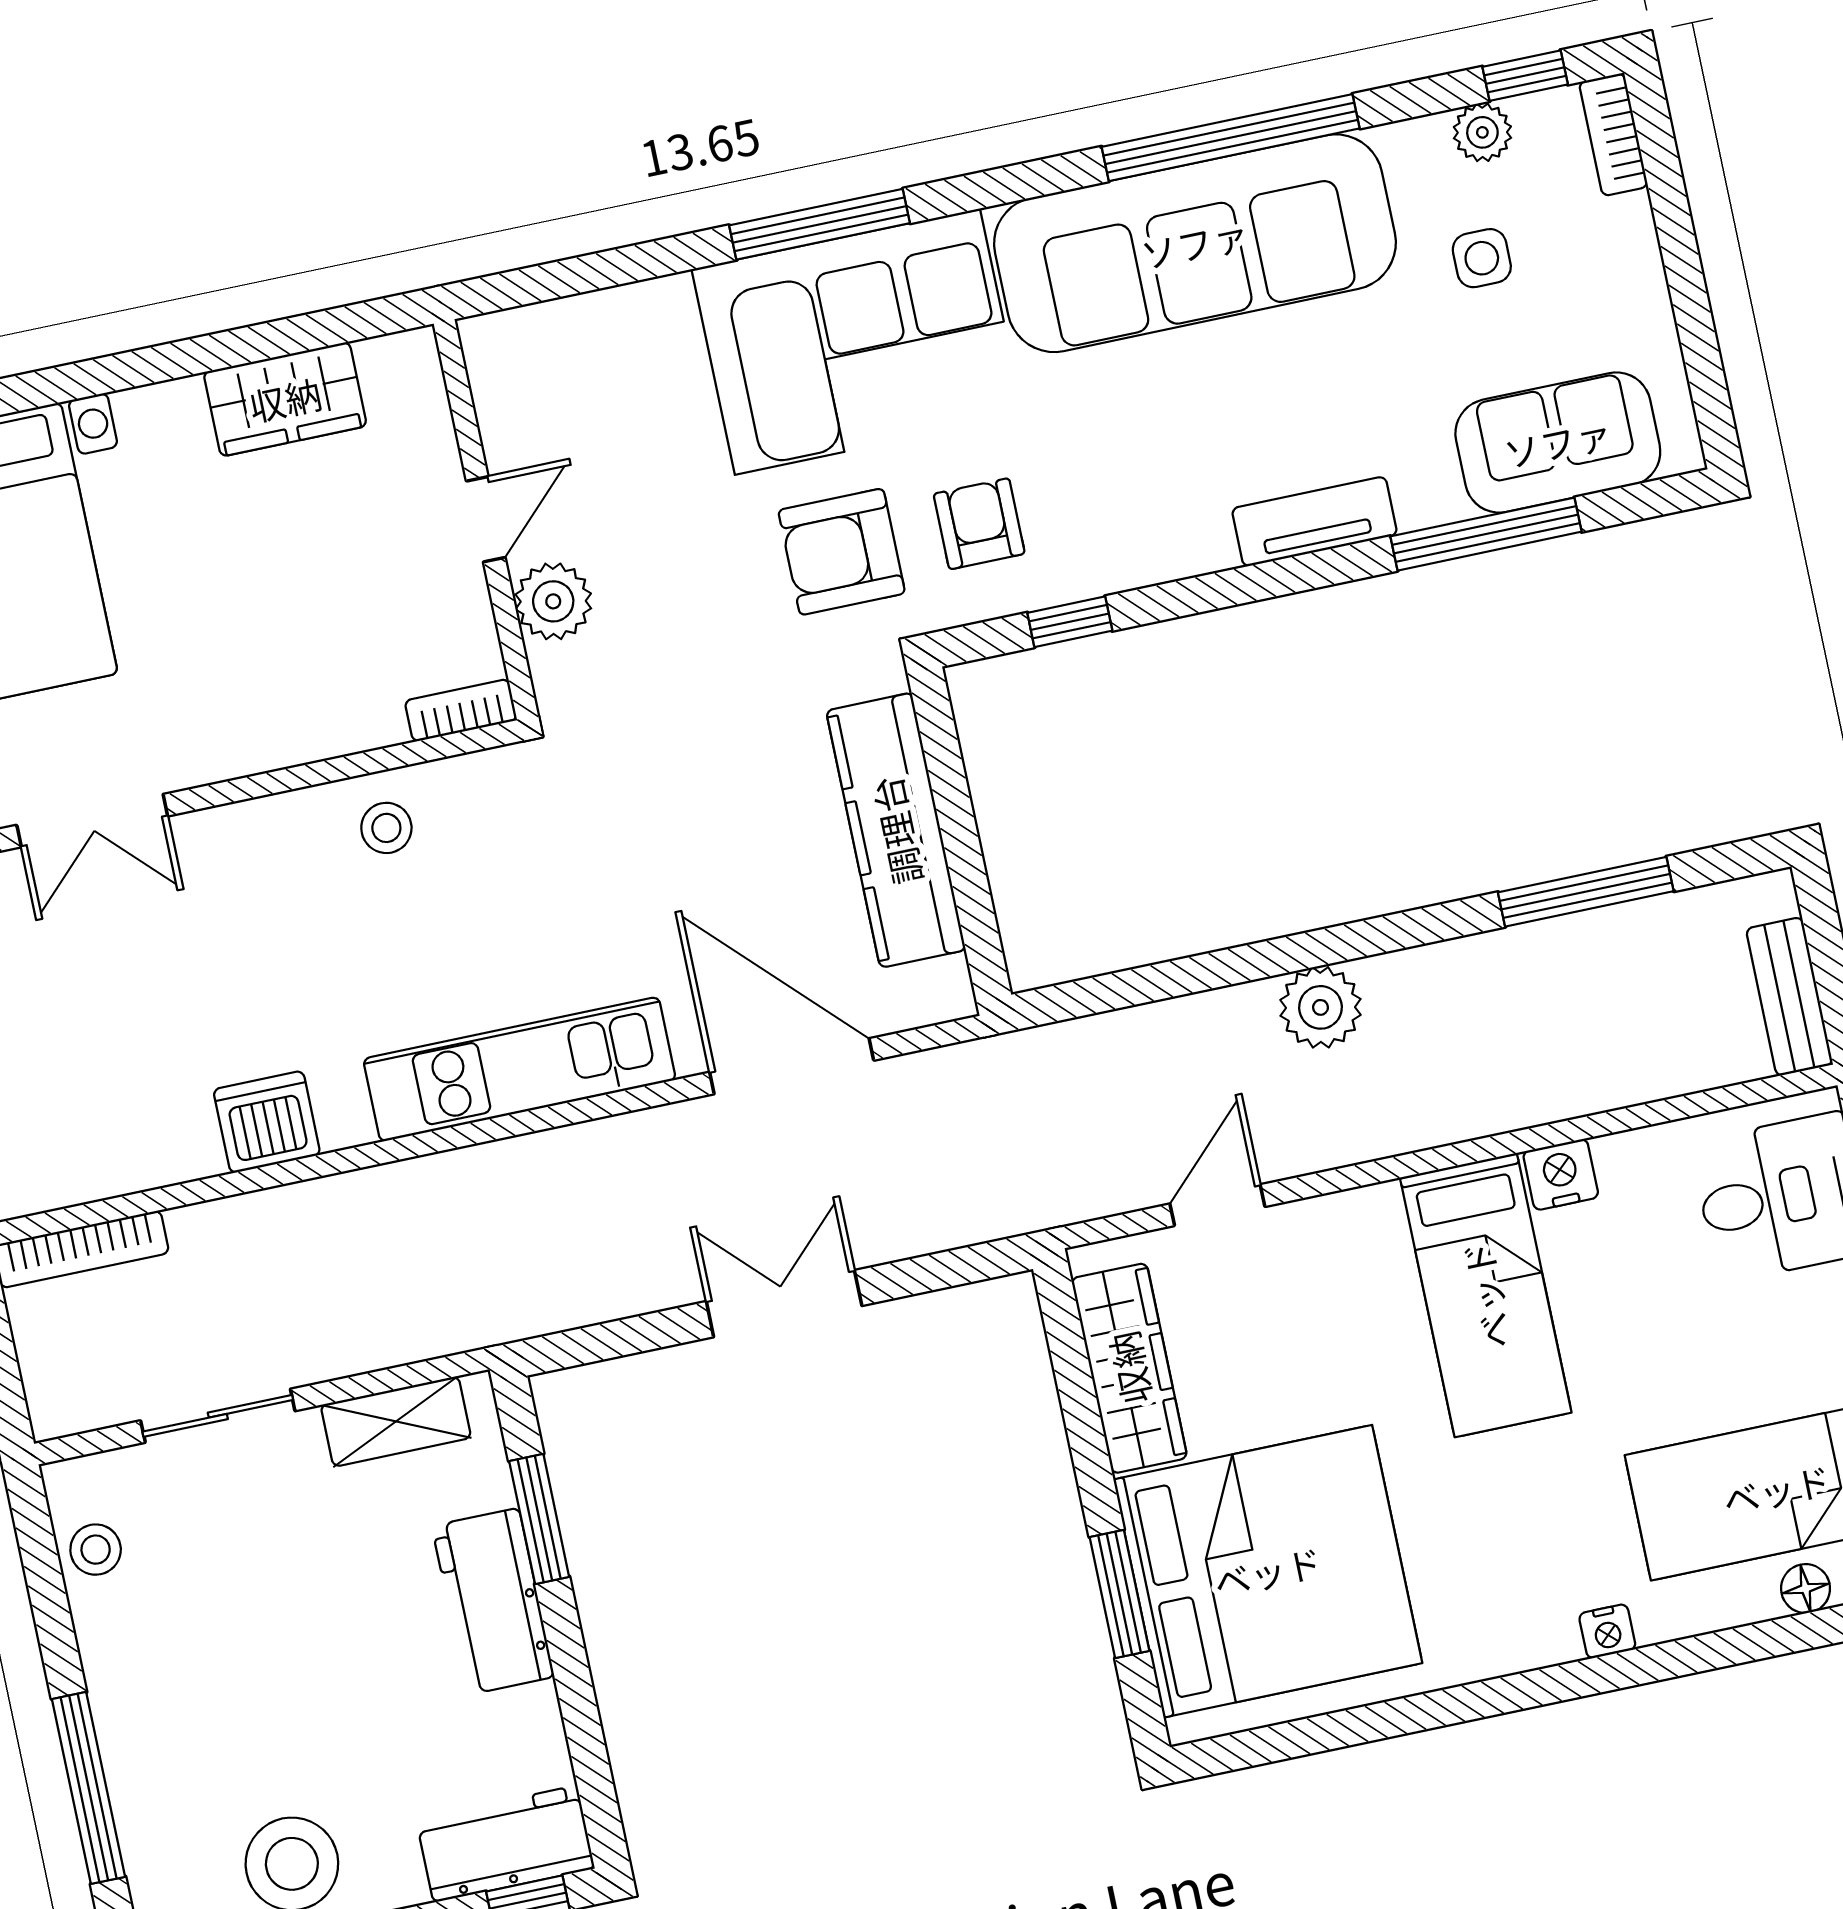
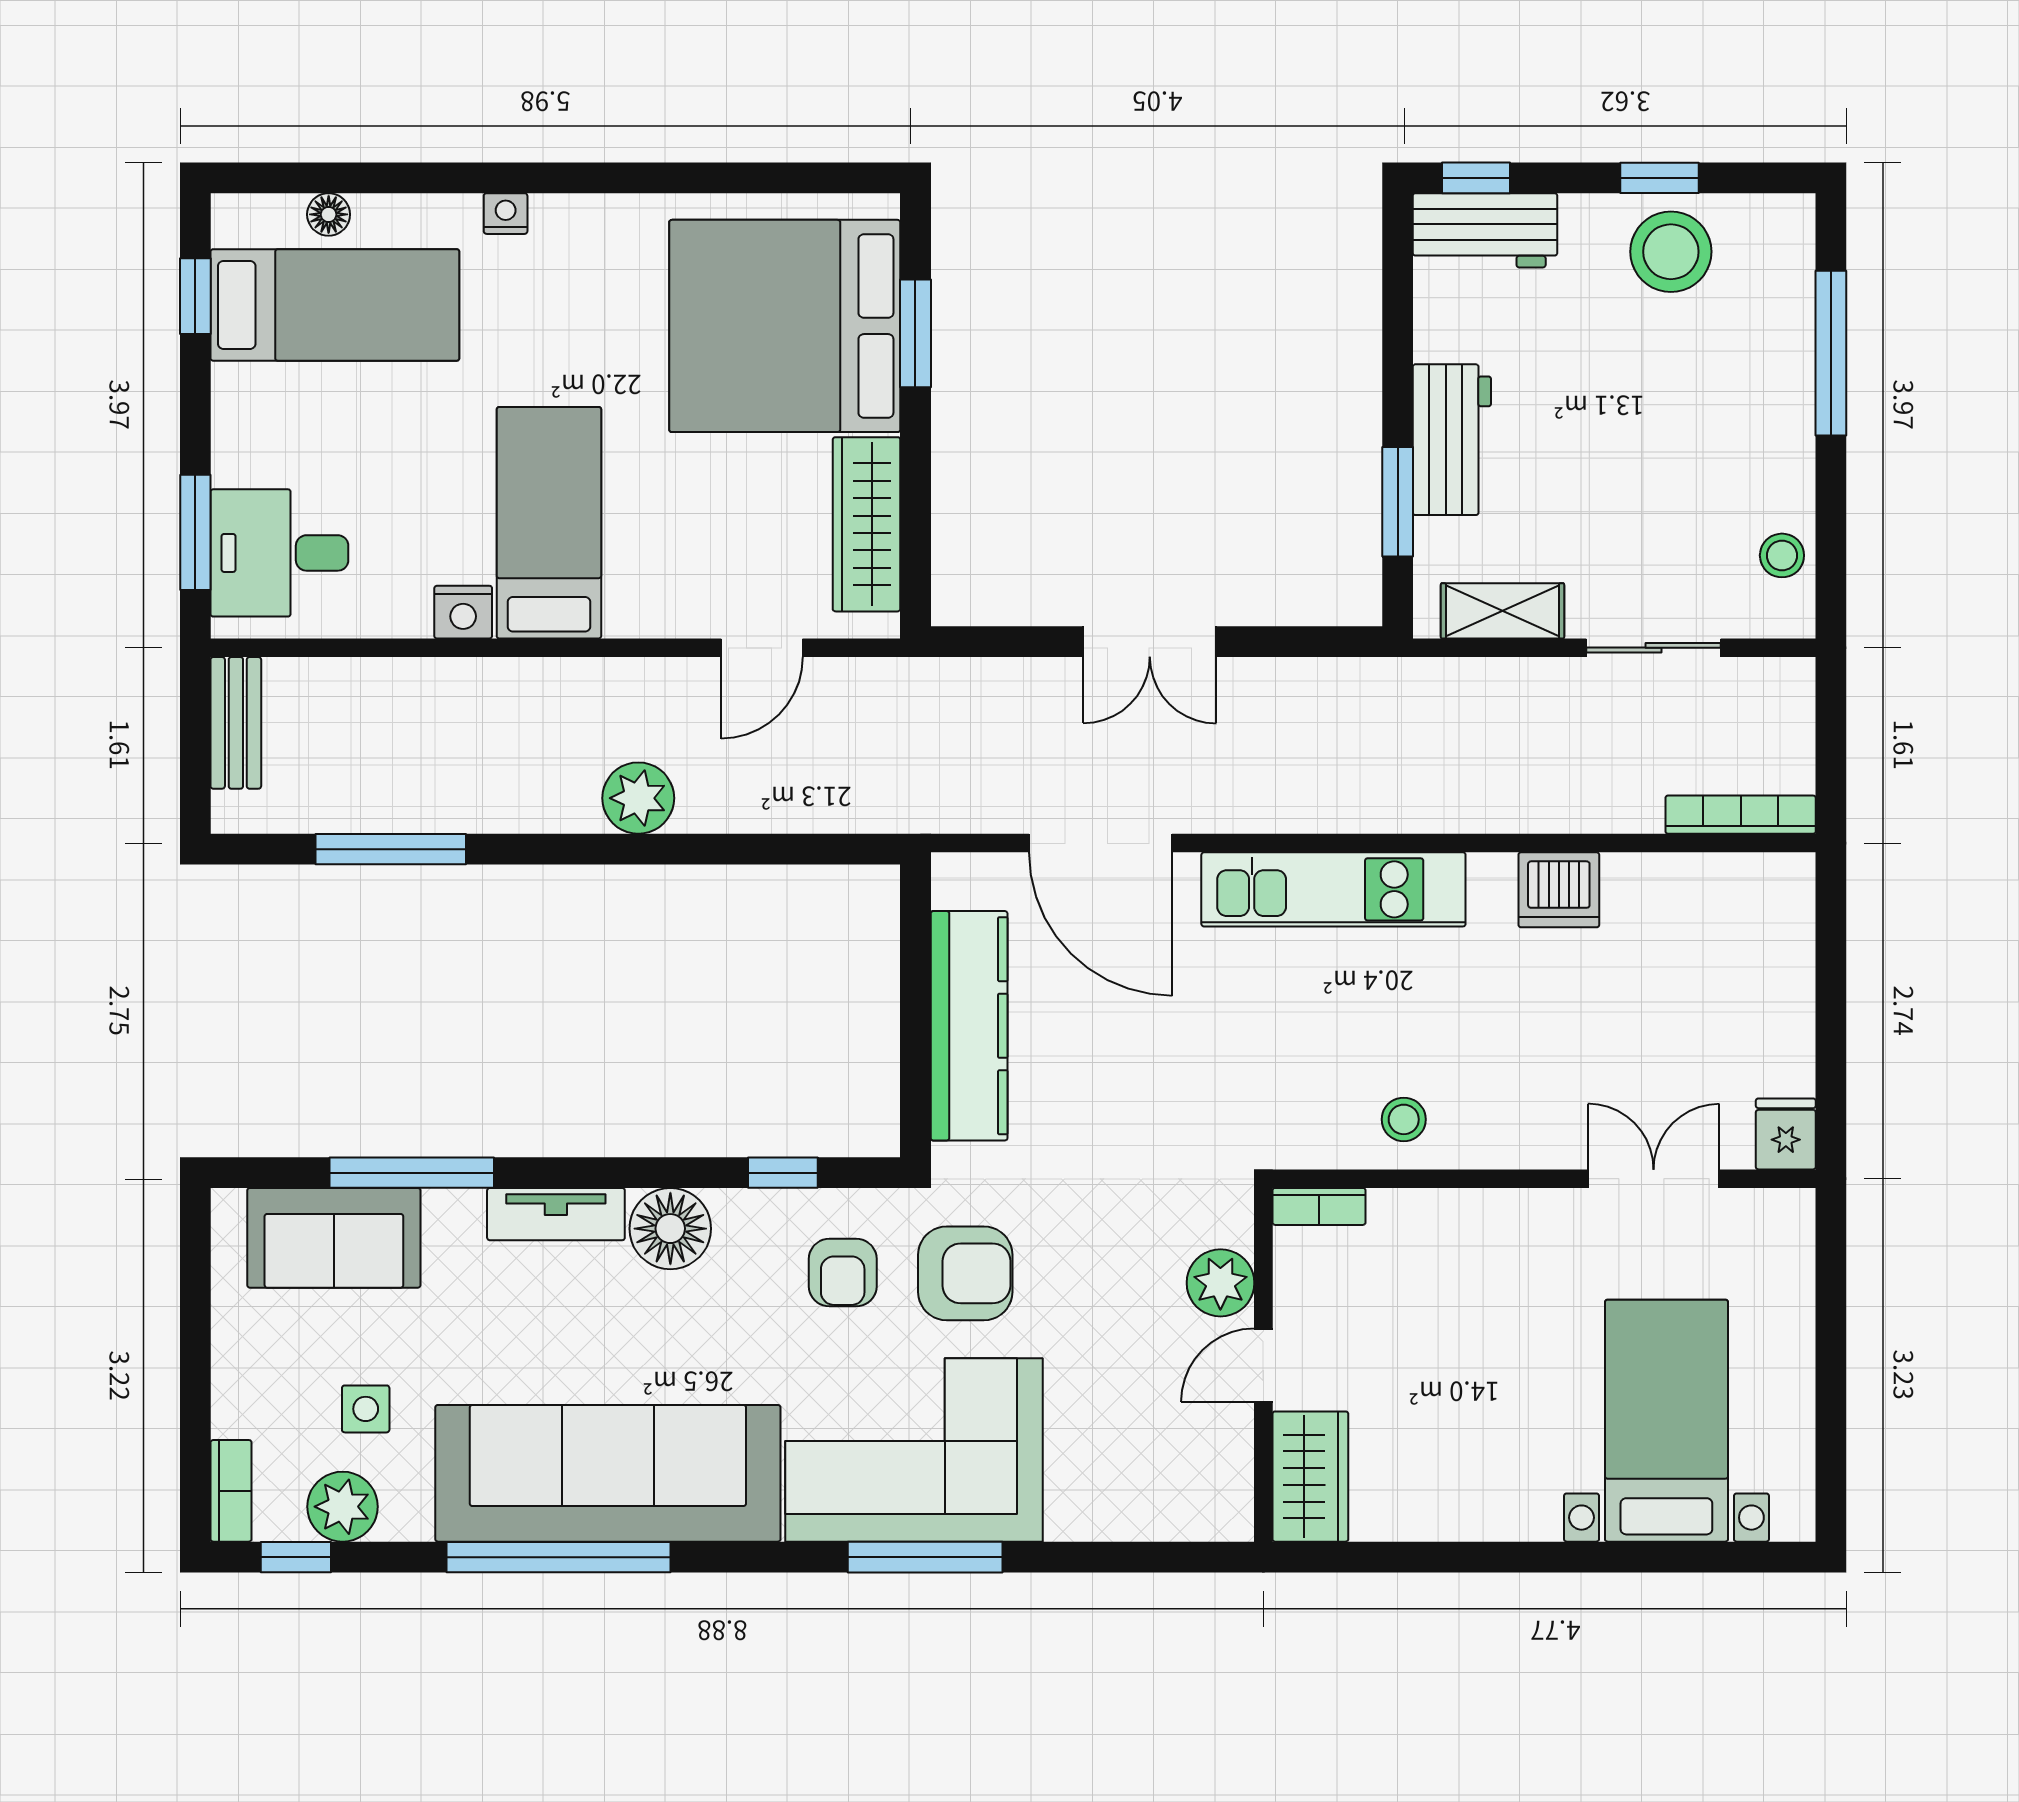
plant: (1482, 132) -> (343, 1507), width x1.38, depth x1.38
wardrobe: (285, 399) -> (1310, 1477), moved, turned 90
floor lamp: (1183, 532) -> (670, 1229), added

